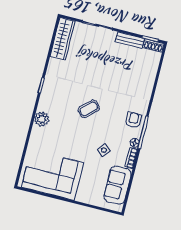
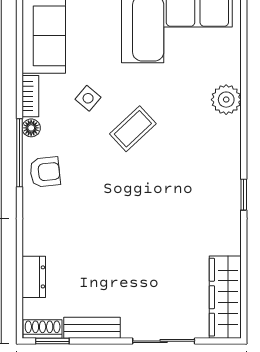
dresser: (151, 71) -> (34, 277), added
coffee table: (89, 109) -> (133, 129), moved
plant: (42, 119) -> (226, 100), moved
armchair: (133, 120) -> (45, 172), turned -96

